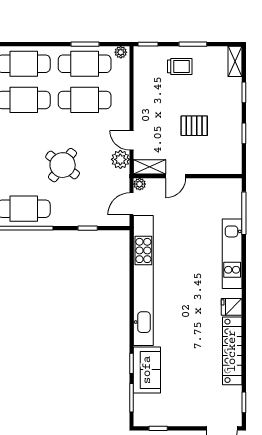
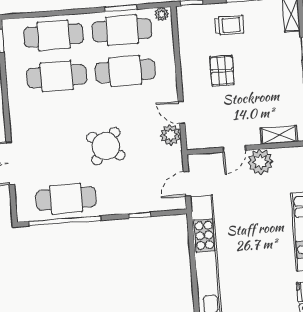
pallet: (194, 126) -> (222, 71), moved, turned 90
shelving: (150, 167) -> (279, 135), moved
plant: (140, 184) -> (260, 162), moved, width x1.88, depth x1.88

